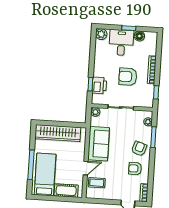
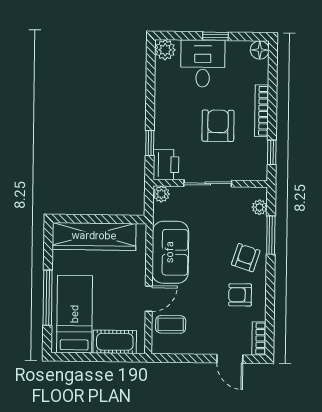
floor lamp: (139, 36) -> (260, 50), moved
armchair: (128, 77) -> (218, 126), turned 90
printer: (99, 85) -> (166, 165), moved

